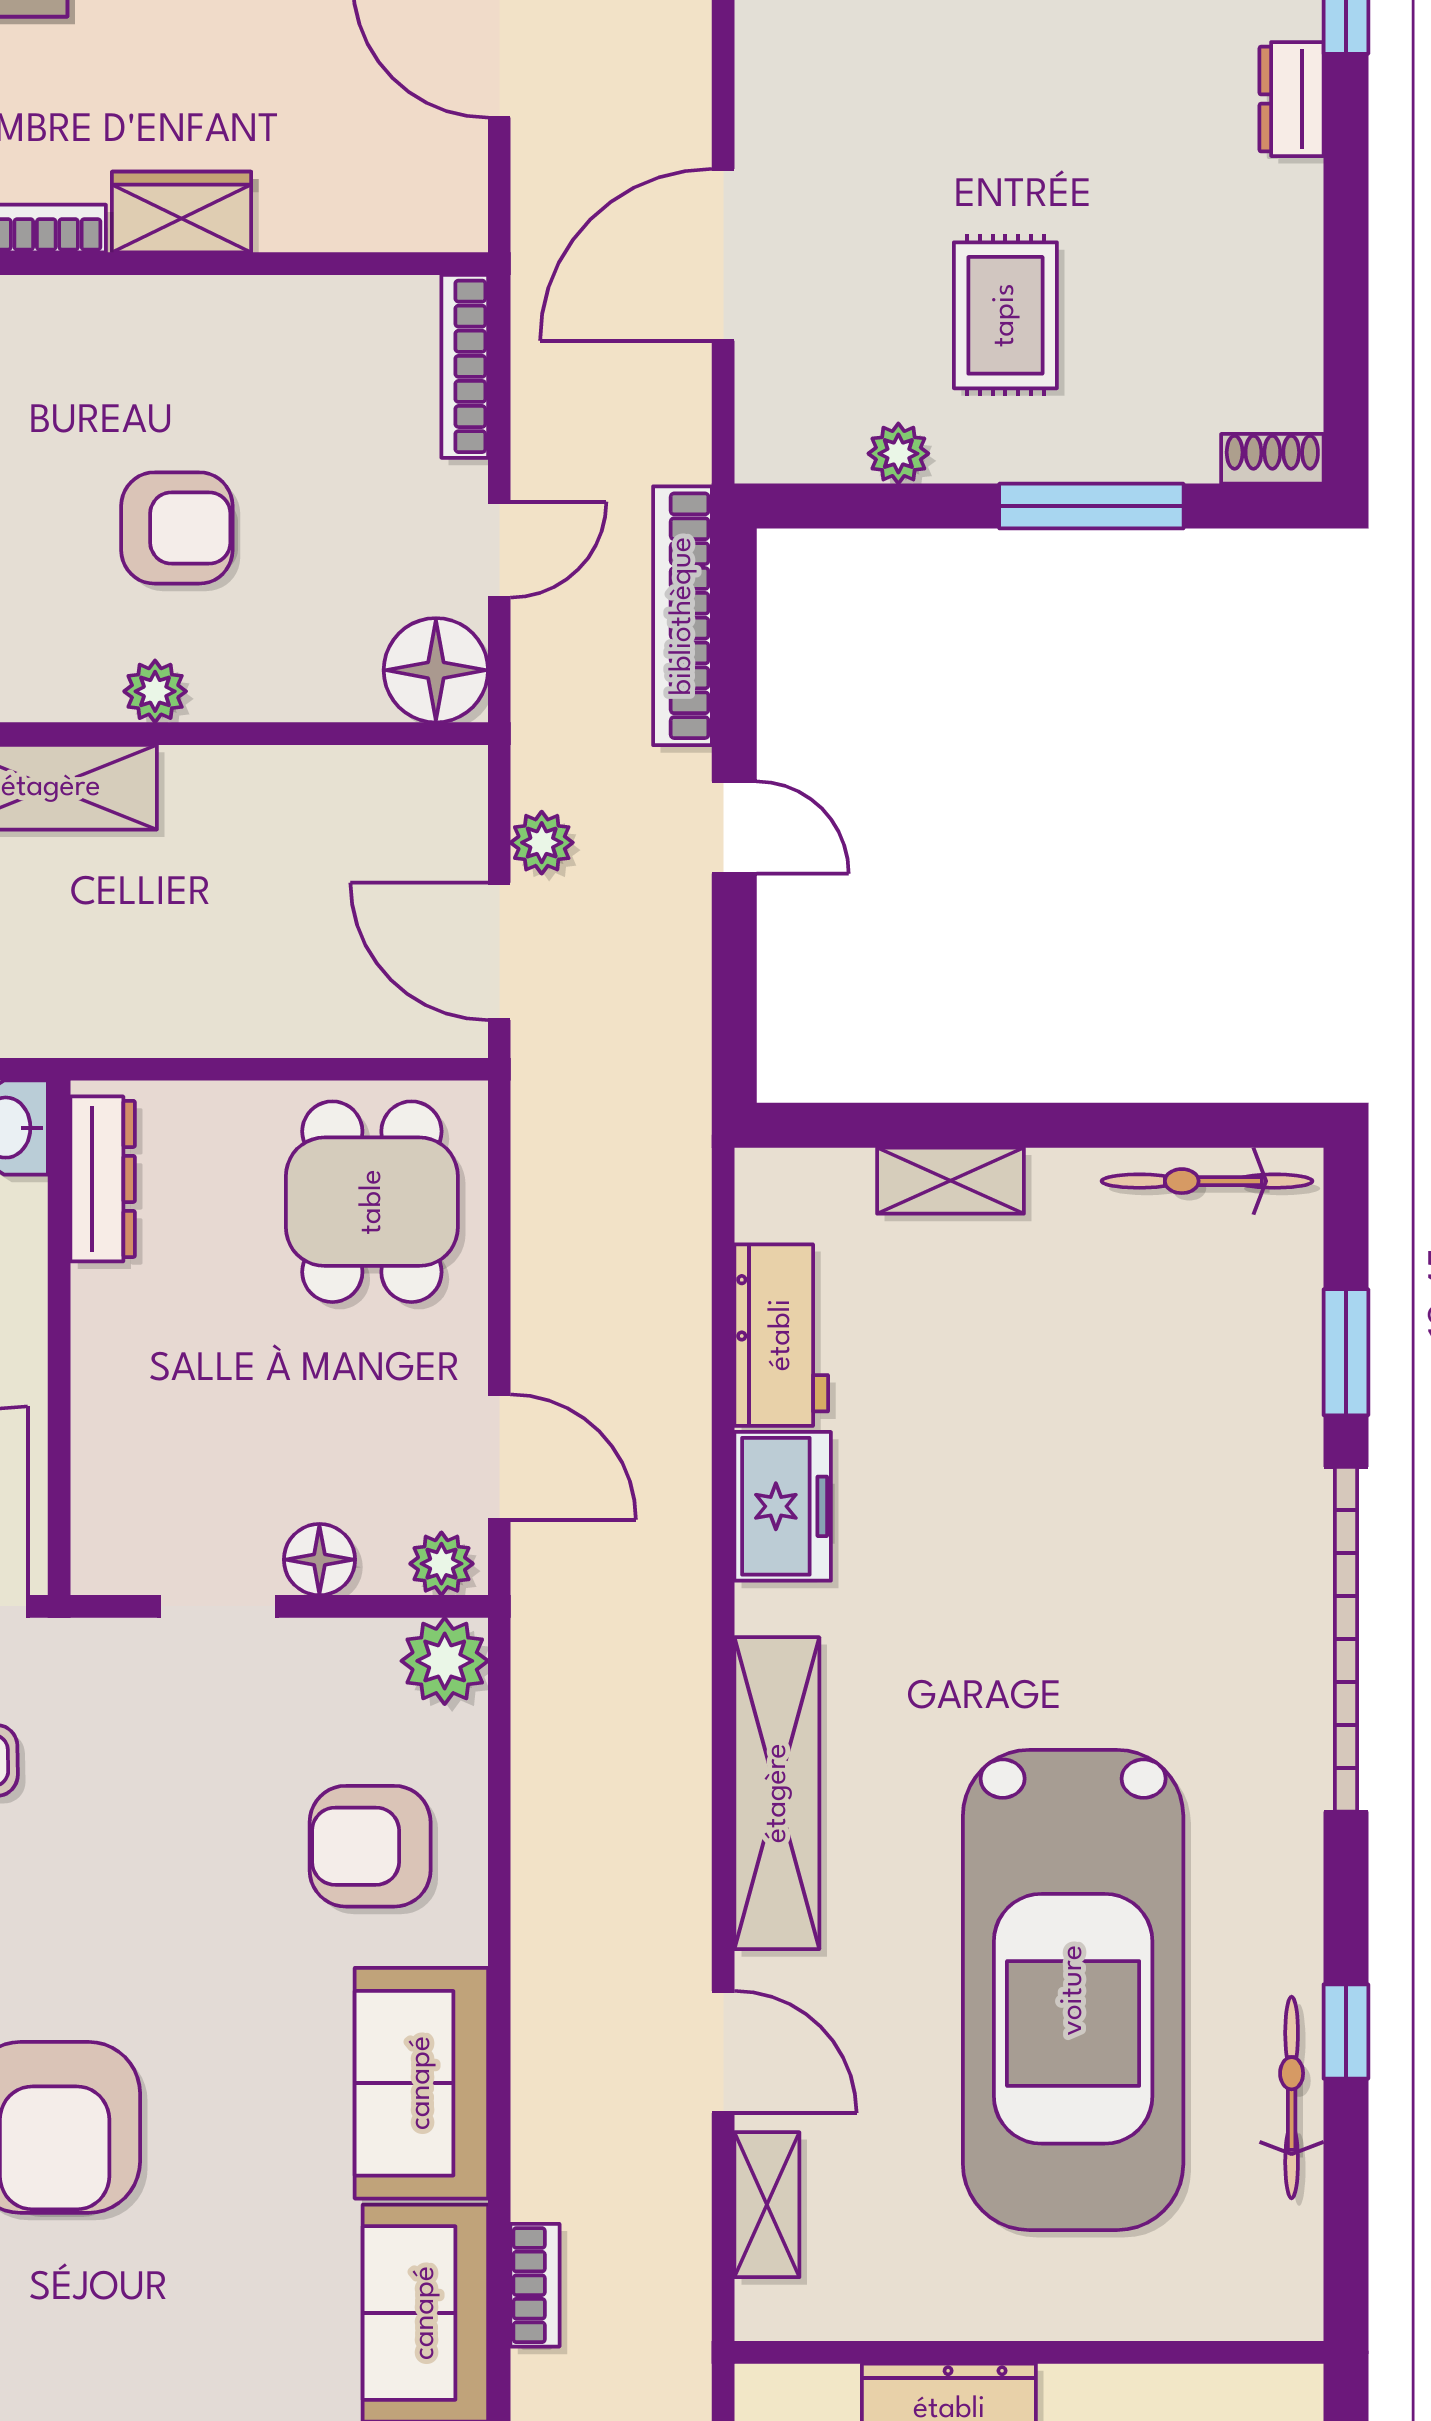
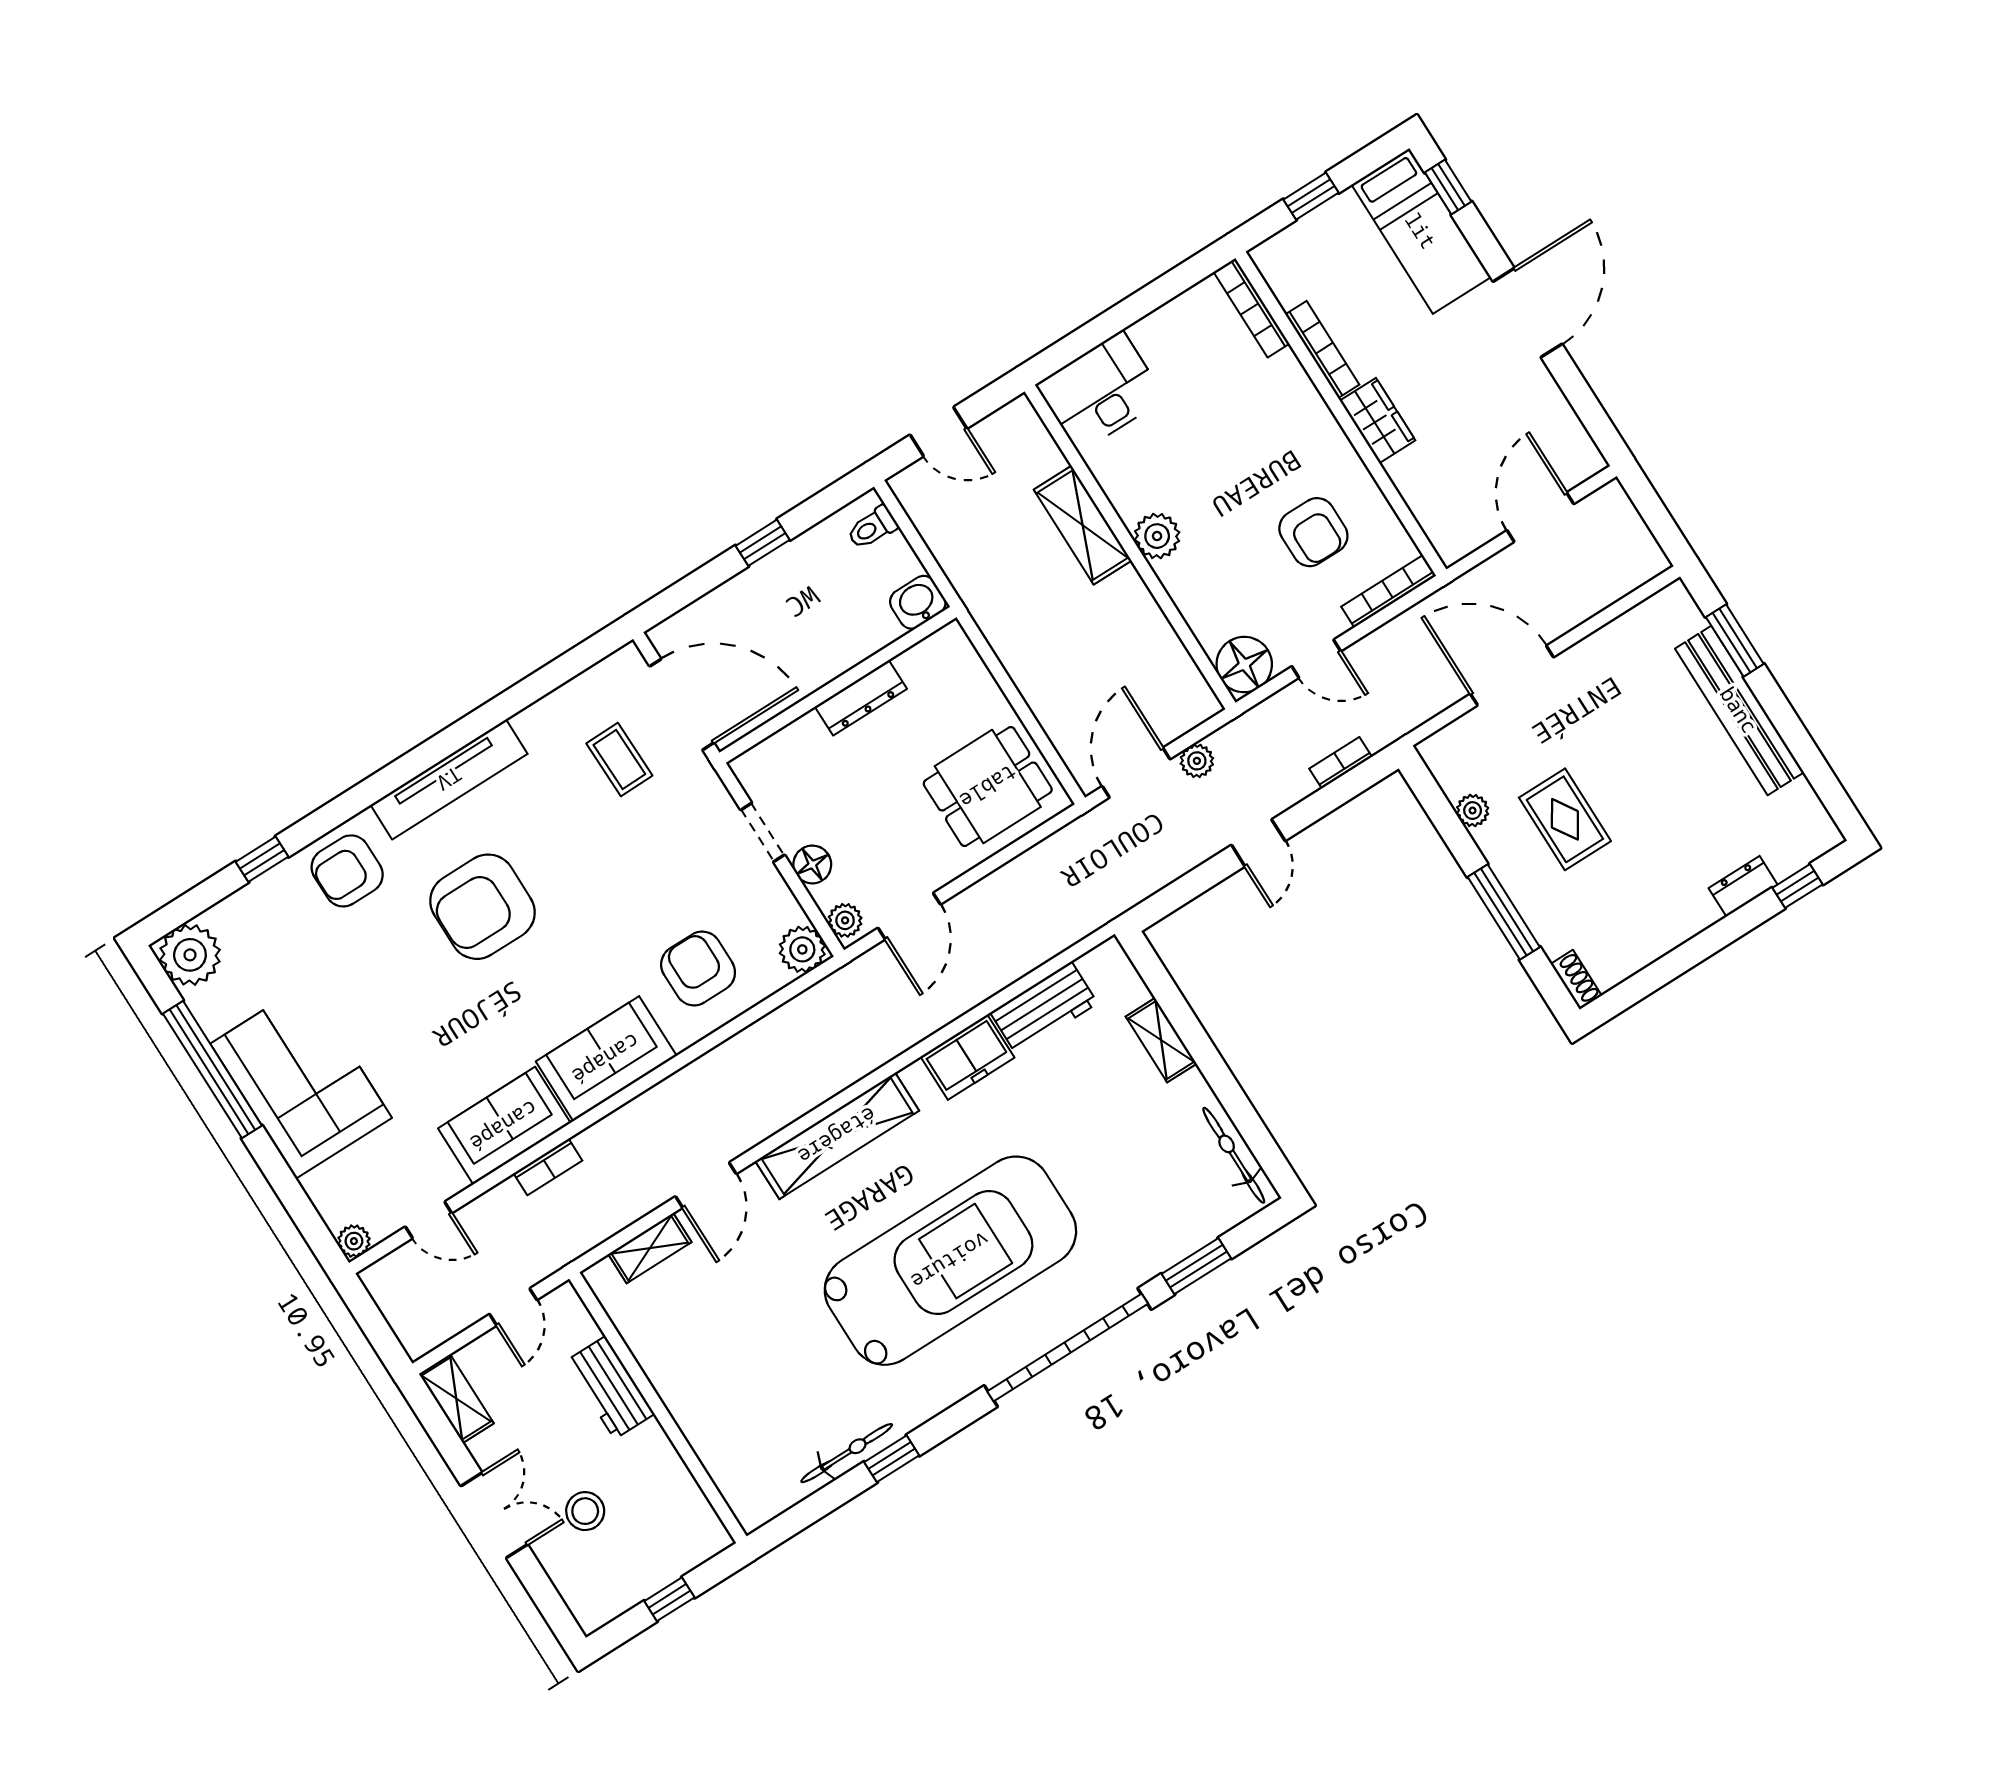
rug: (1005, 315) -> (1565, 819), turned 90
armchair: (177, 528) -> (1313, 532), moved
bookcase: (682, 616) -> (1341, 763), width x0.43, depth x0.76
plant: (155, 691) -> (1157, 536), width x1.38, depth x1.38
dresser: (103, 1179) -> (861, 698), moved
car: (1073, 1990) -> (950, 1261), moved, turned 180

